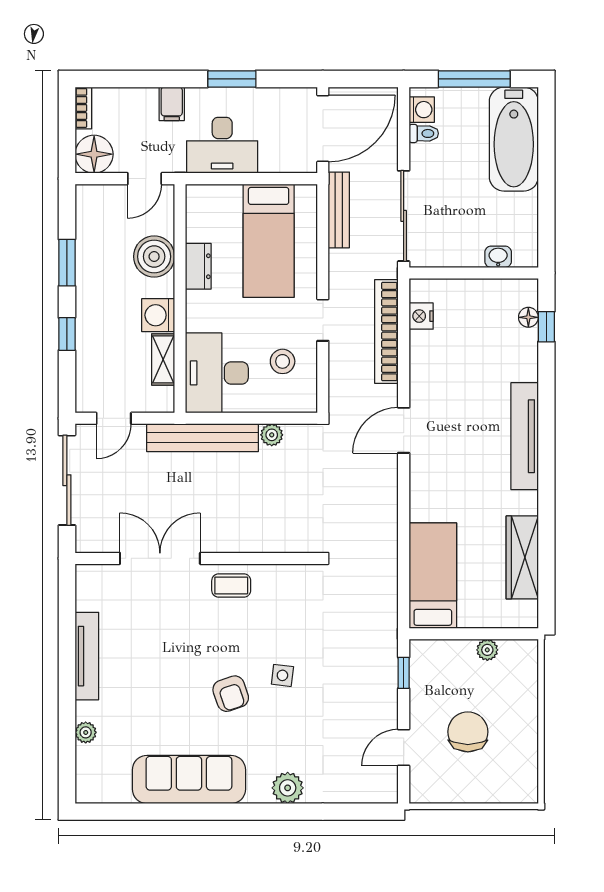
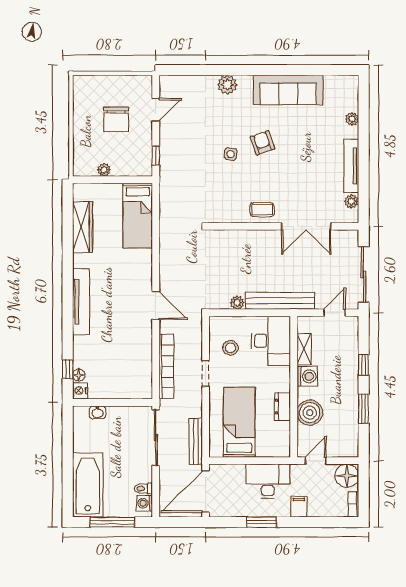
nightstand: (421, 316) -> (80, 391), moved, turned 180
door: (404, 430) -> (156, 305), hinge flipped
plant: (86, 599) -> (351, 201), added

